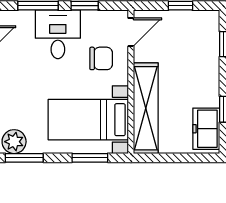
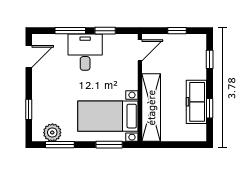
chair: (101, 58) -> (118, 70), removed
freezer: (206, 129) -> (196, 102), moved, width x1.40

